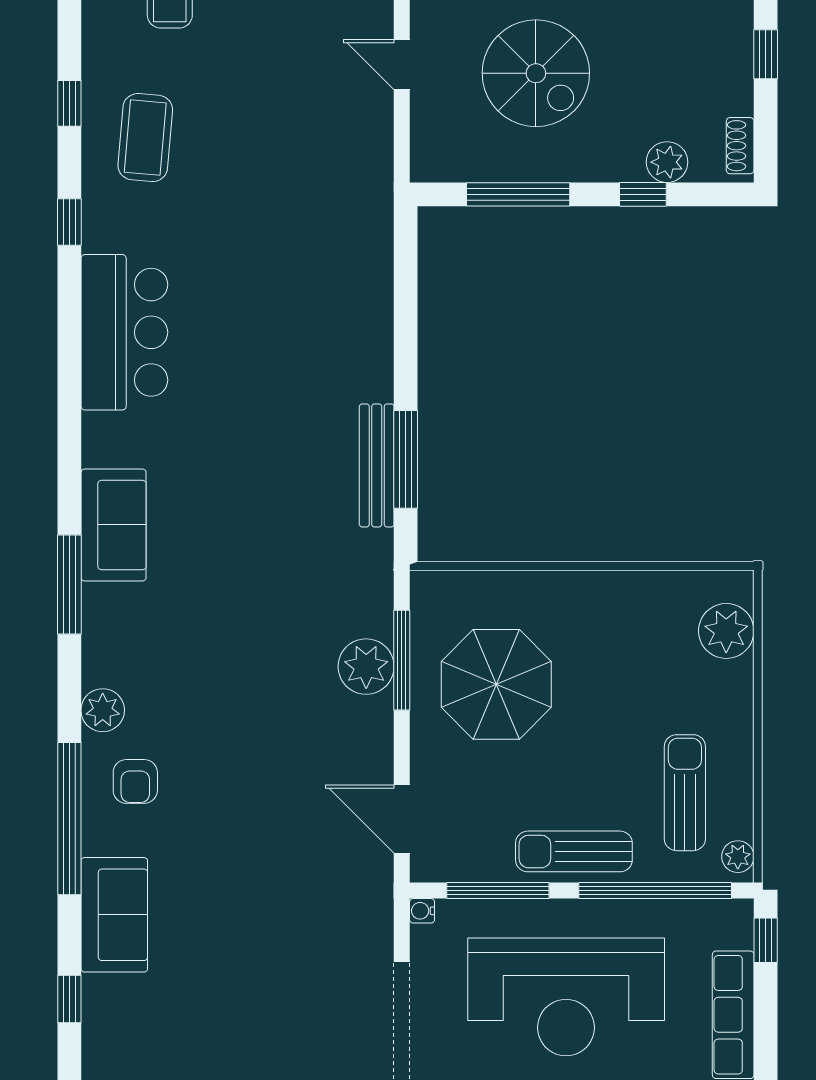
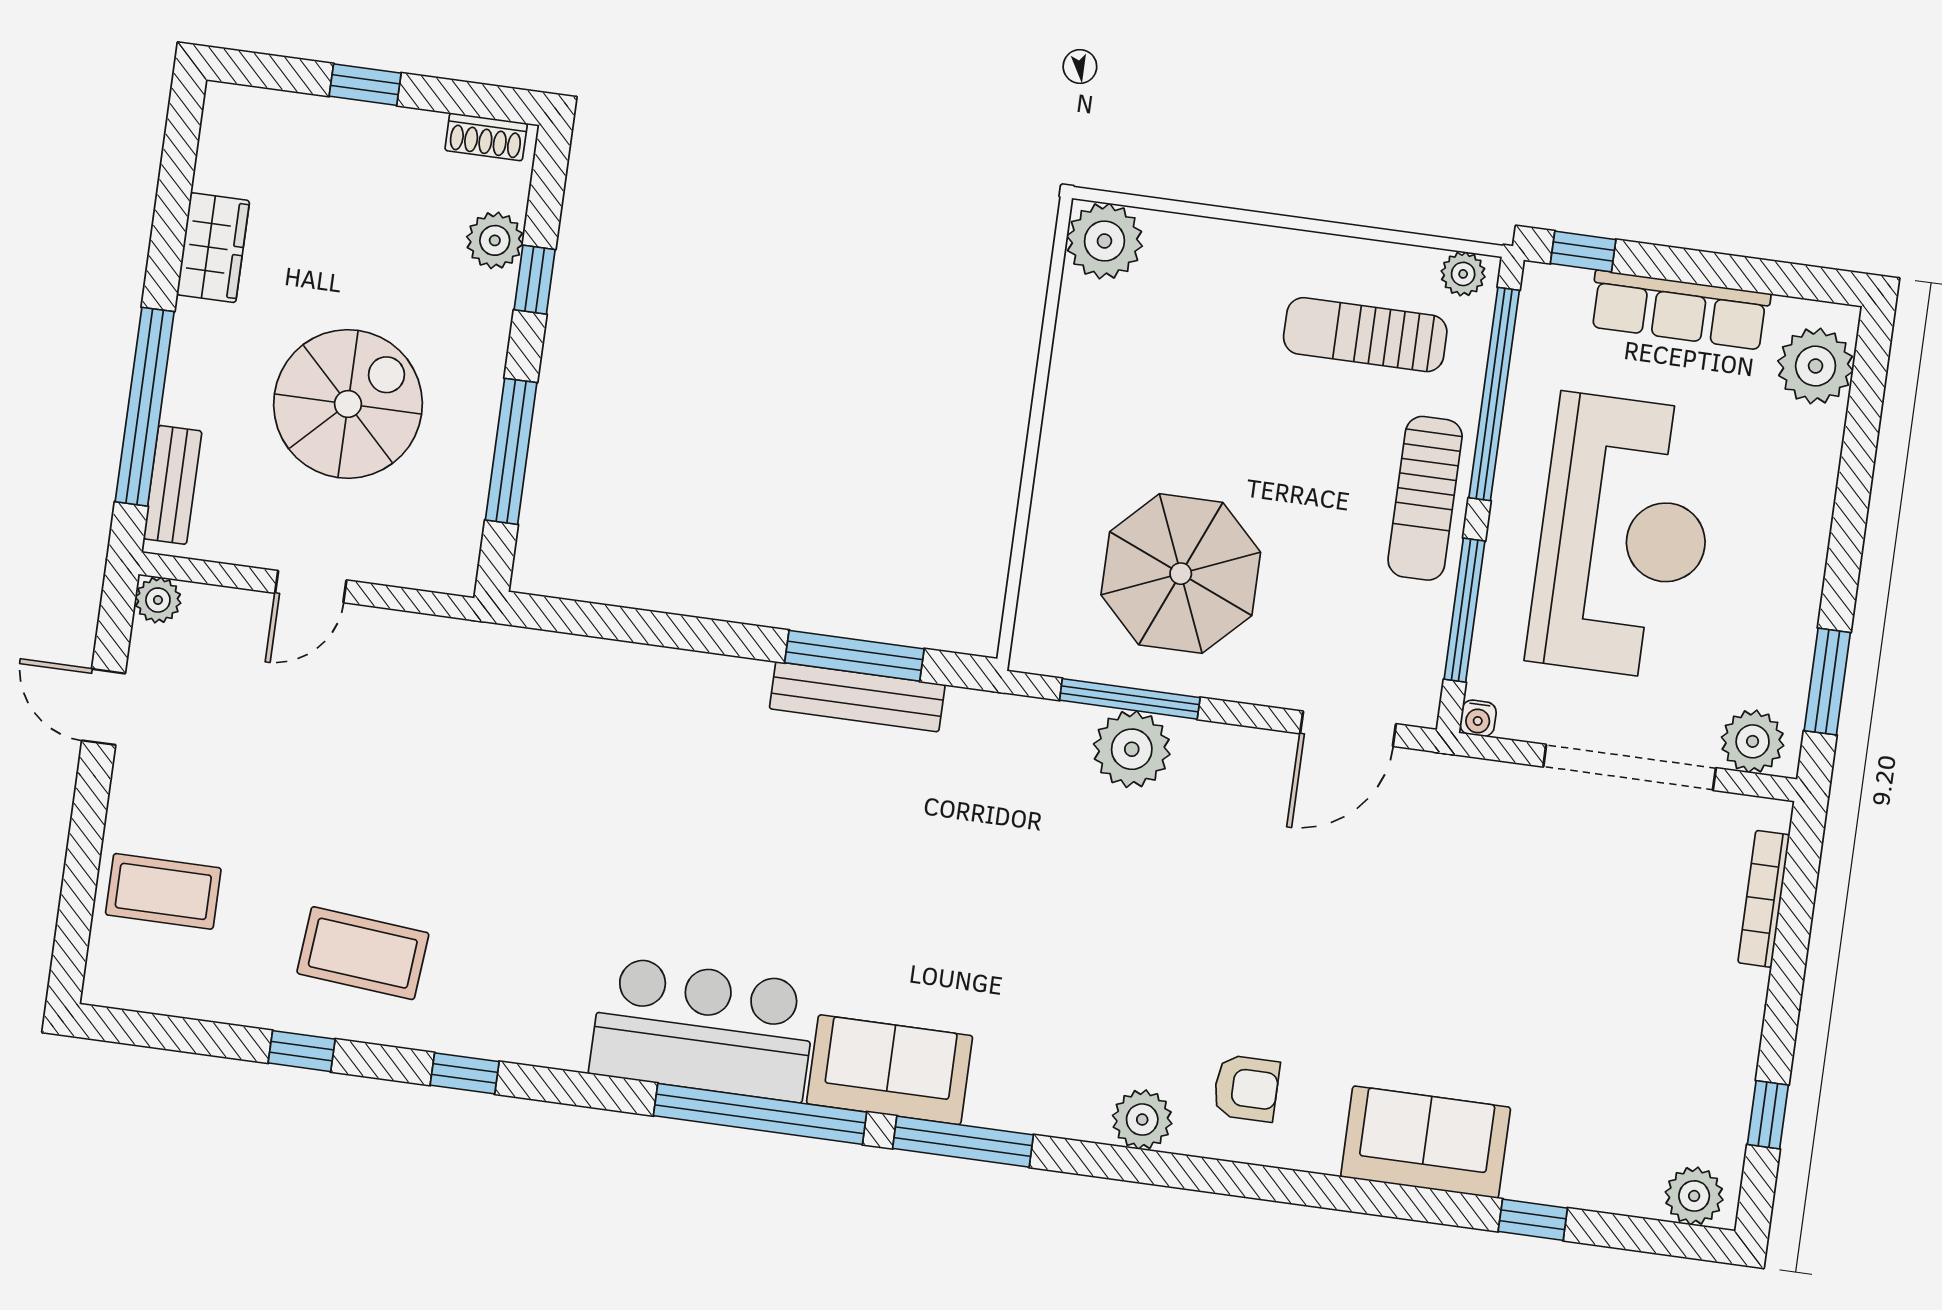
bar counter: (124, 332) -> (703, 1029), moved
plant: (726, 631) -> (1104, 241), moved
window: (69, 819) -> (760, 1114), moved

